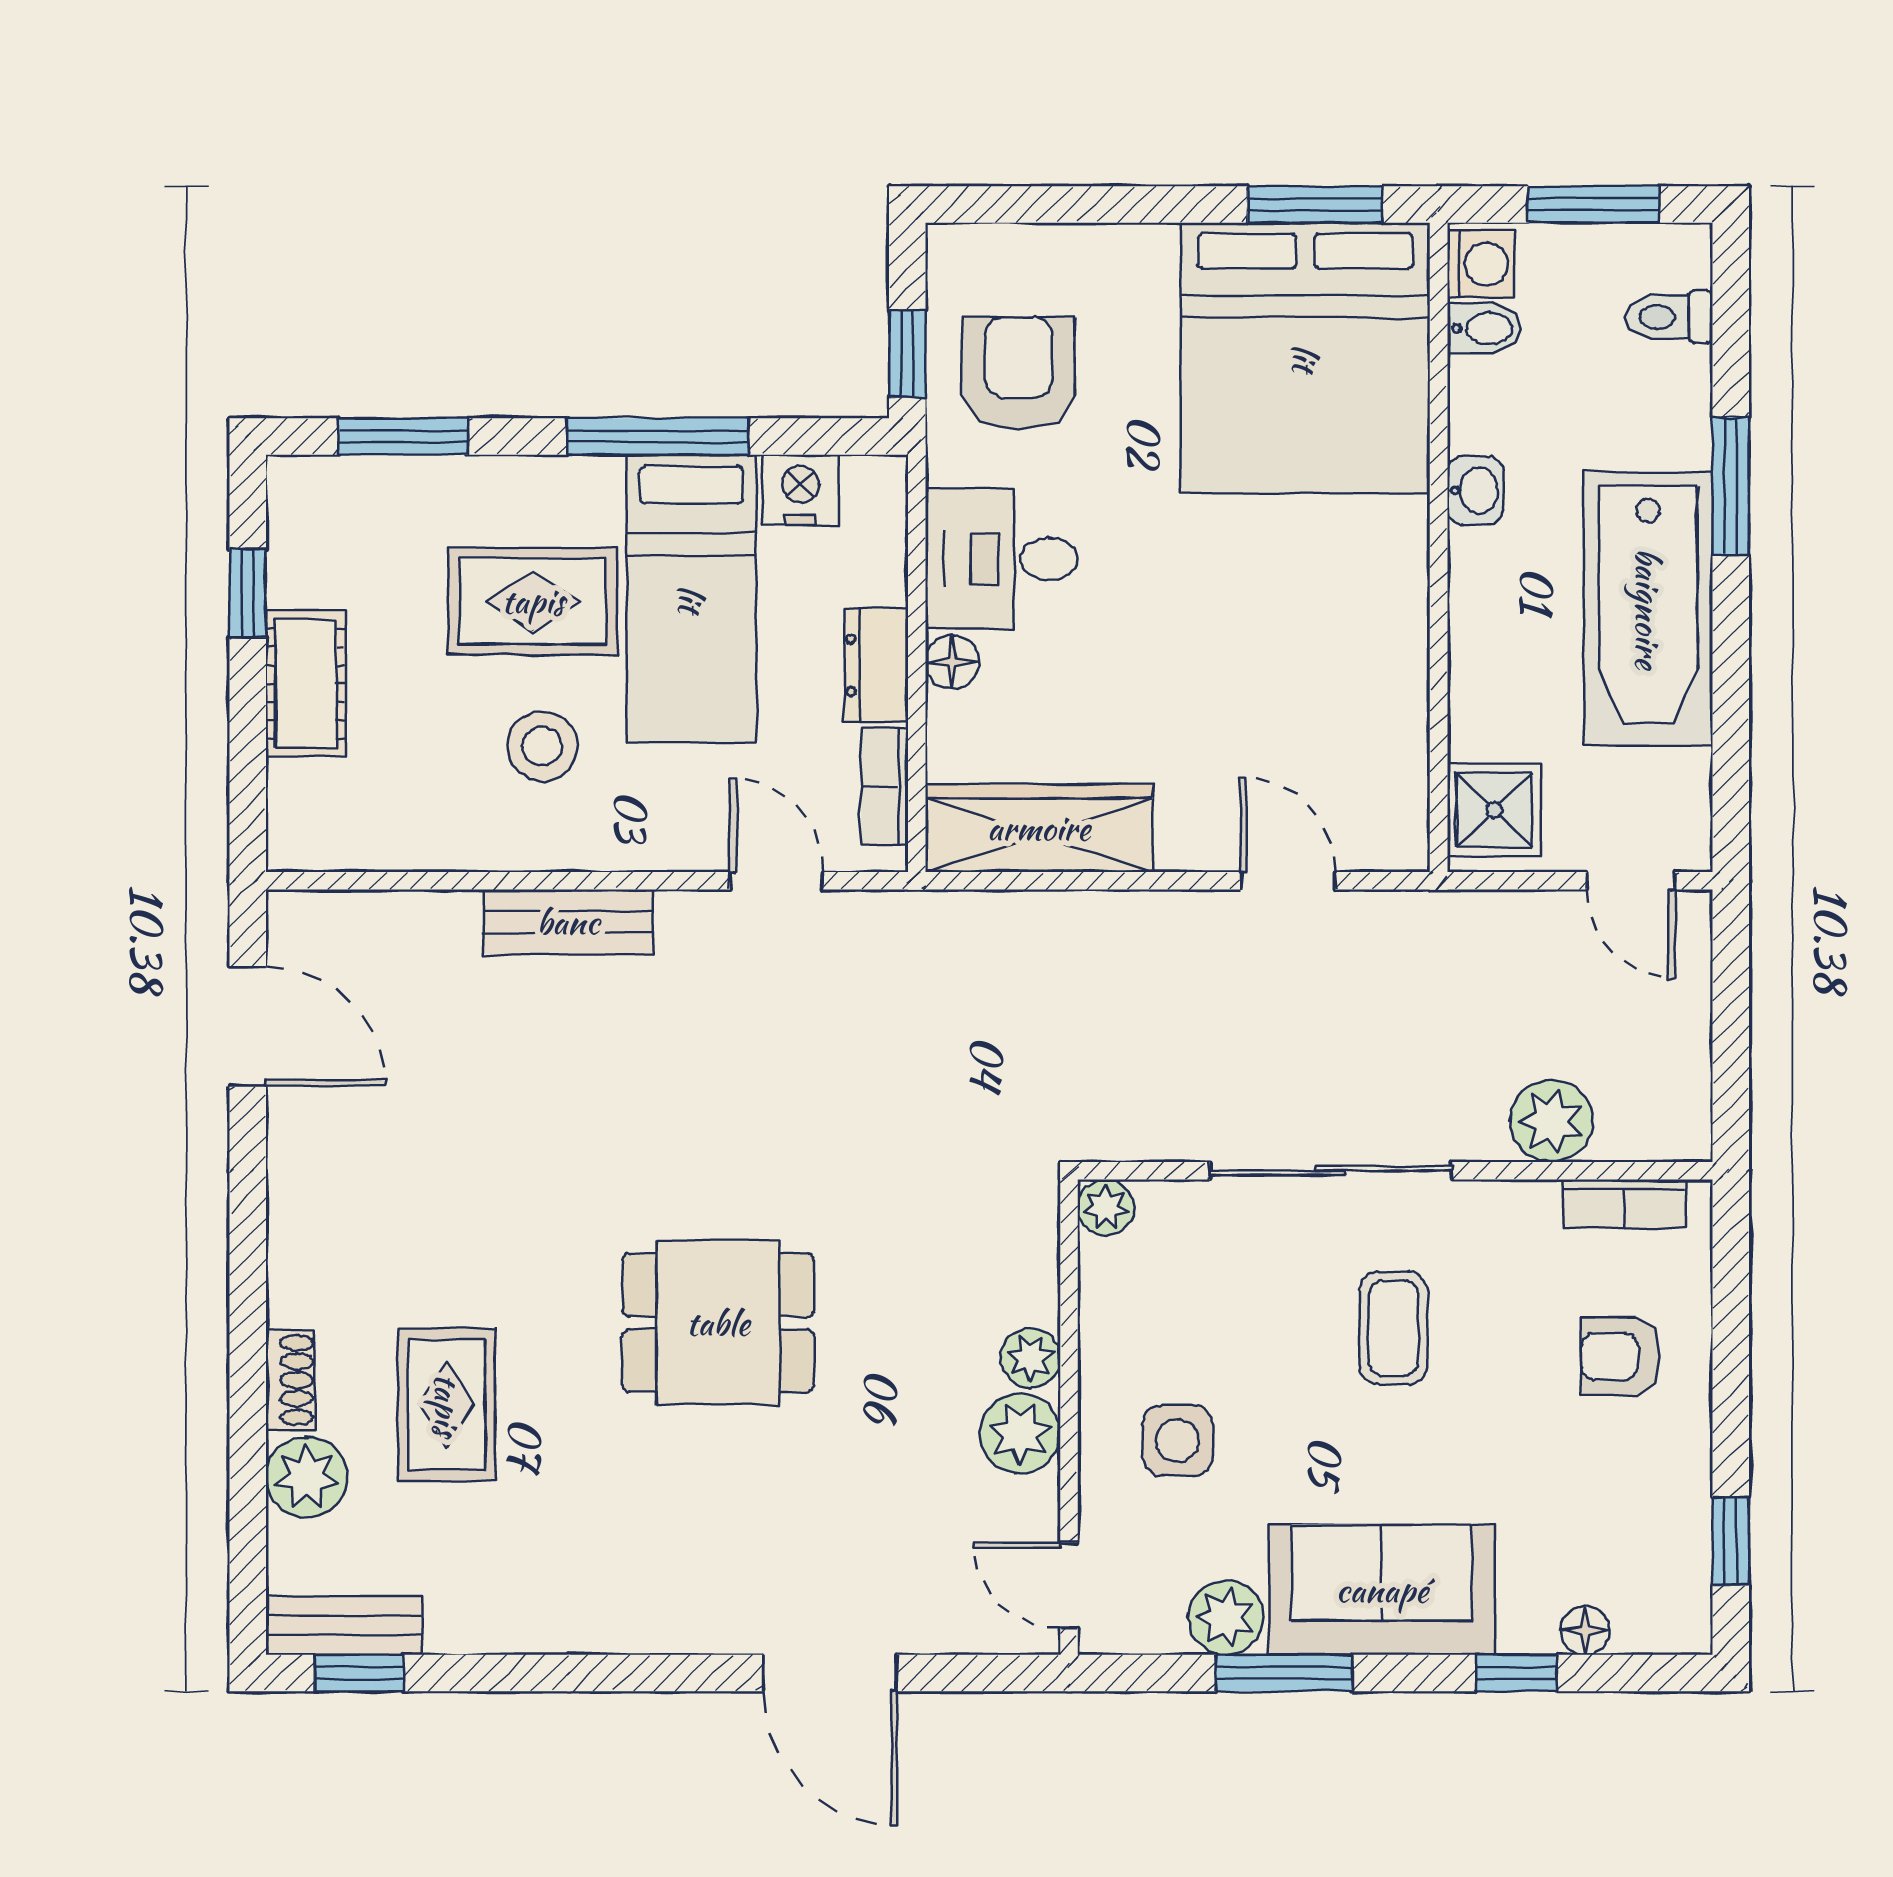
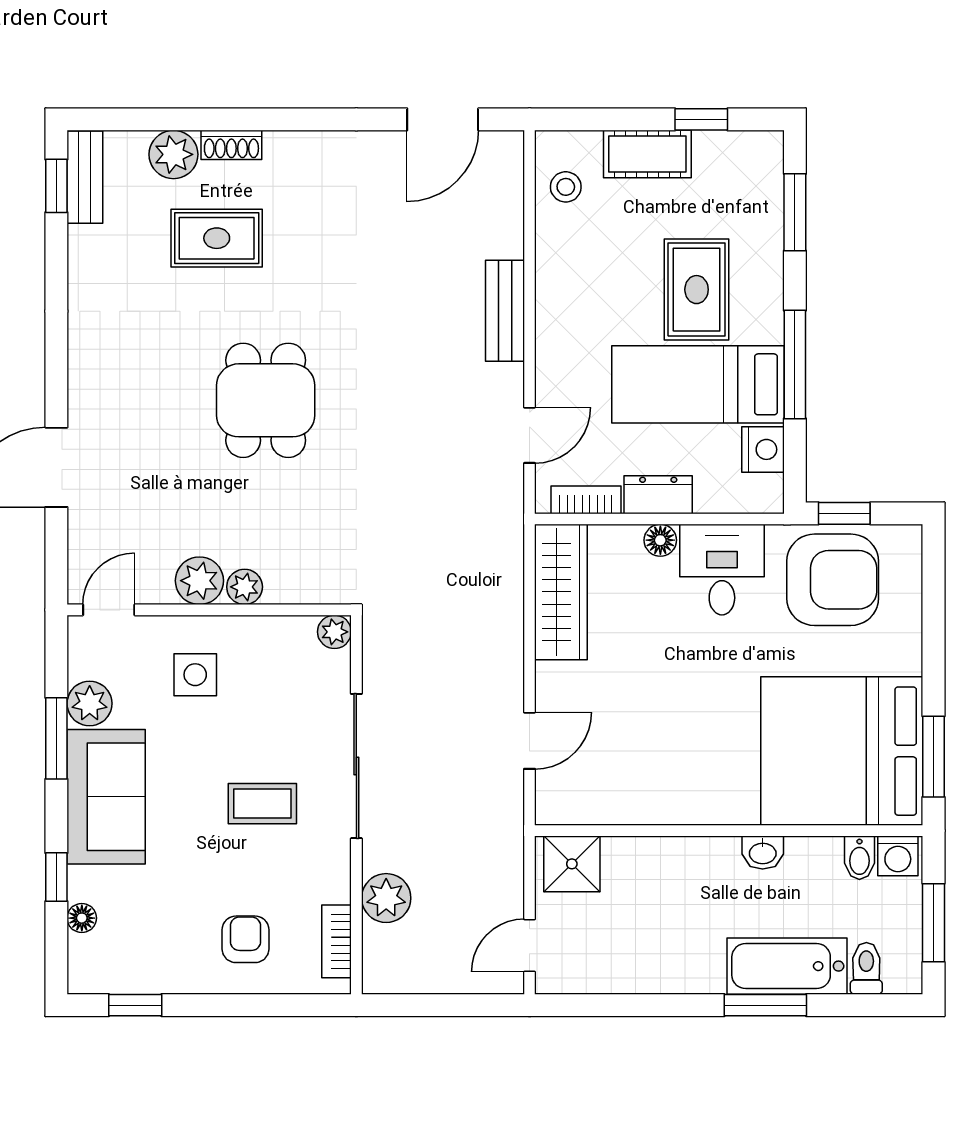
armchair: (1019, 373) -> (833, 580), width x1.36, depth x1.36
bathtub: (1648, 609) -> (787, 966), moved, width x0.73, depth x0.73
stool: (542, 746) -> (566, 187), moved, width x0.73, depth x0.73

